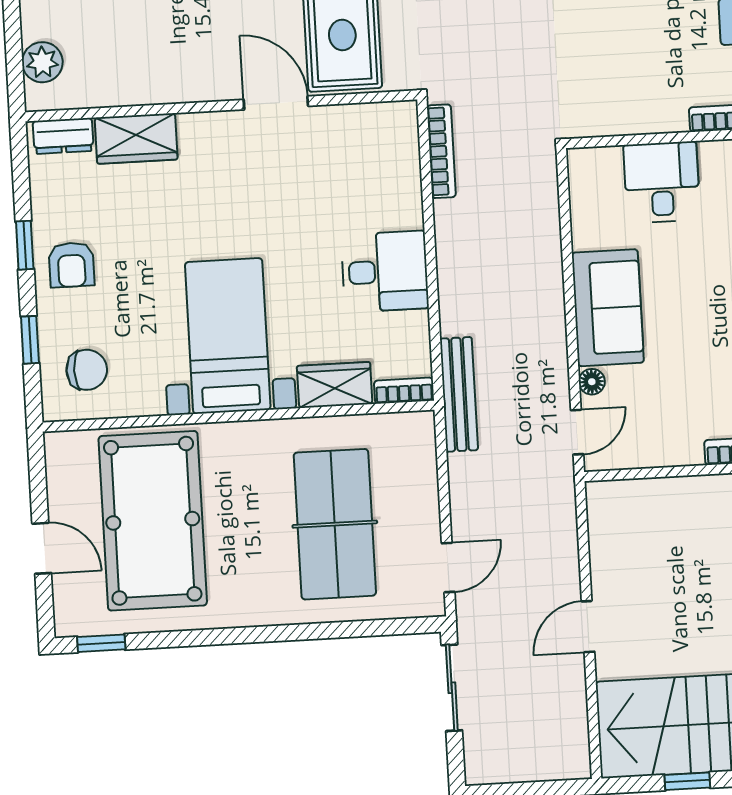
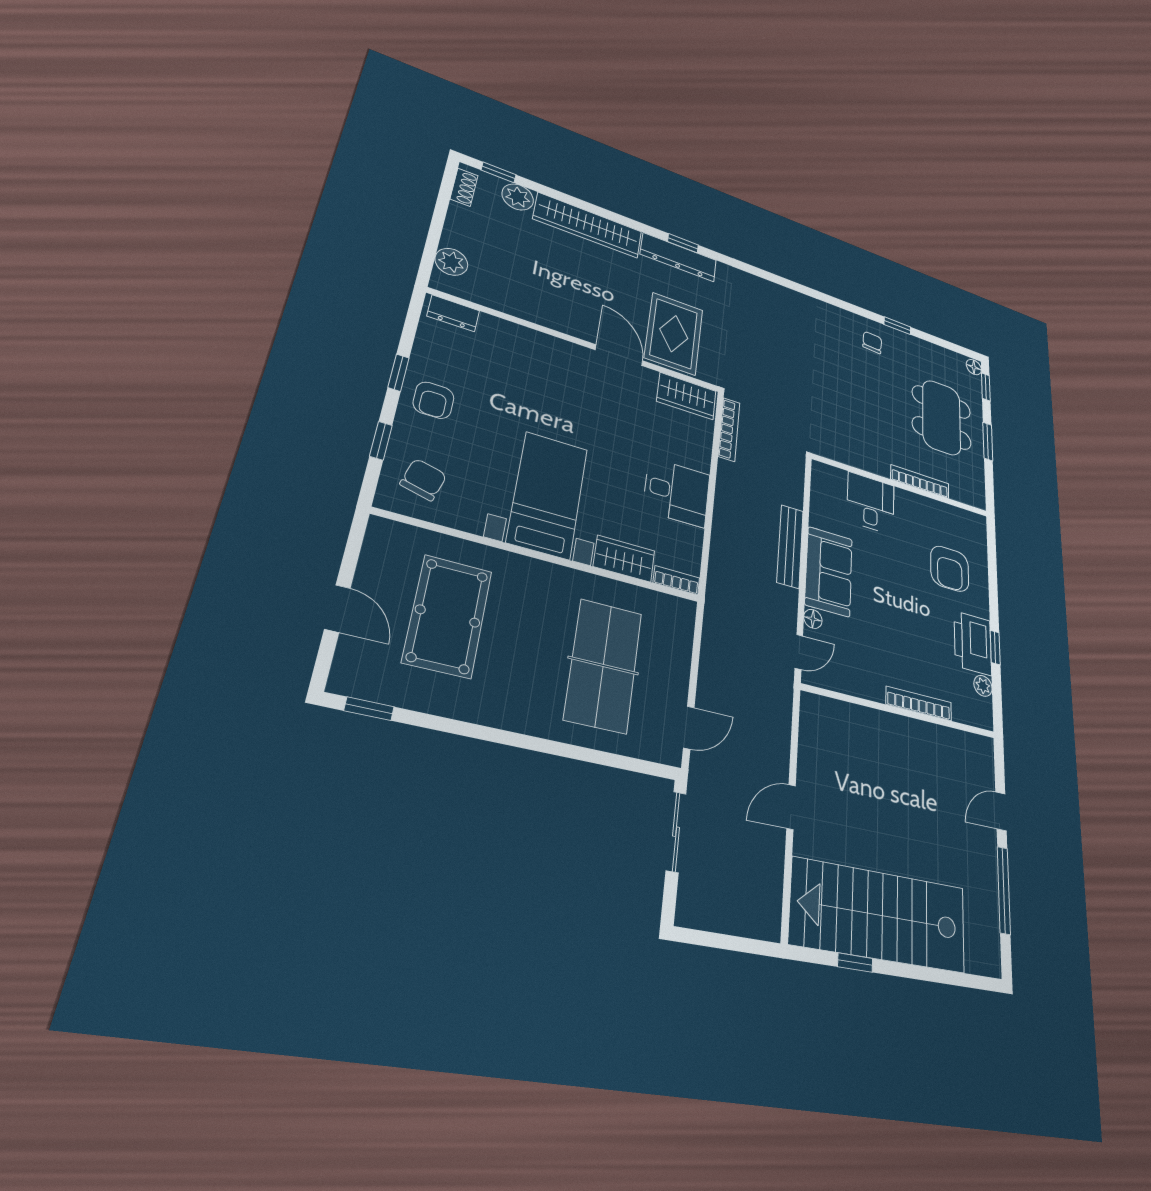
wardrobe: (136, 139) -> (687, 396), moved
chair: (87, 370) -> (423, 480), turned -75
bench: (459, 394) -> (790, 546), moved
pool table: (153, 521) -> (448, 616), width x0.73, depth x0.76

